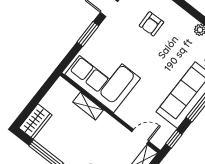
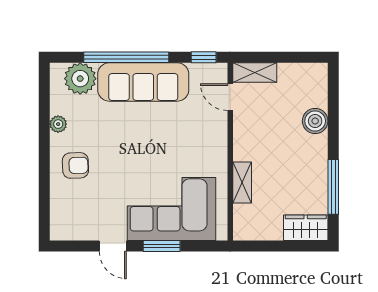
armchair: (151, 24) -> (75, 165), moved
corner sofa: (103, 76) -> (171, 209), moved, turned 90

